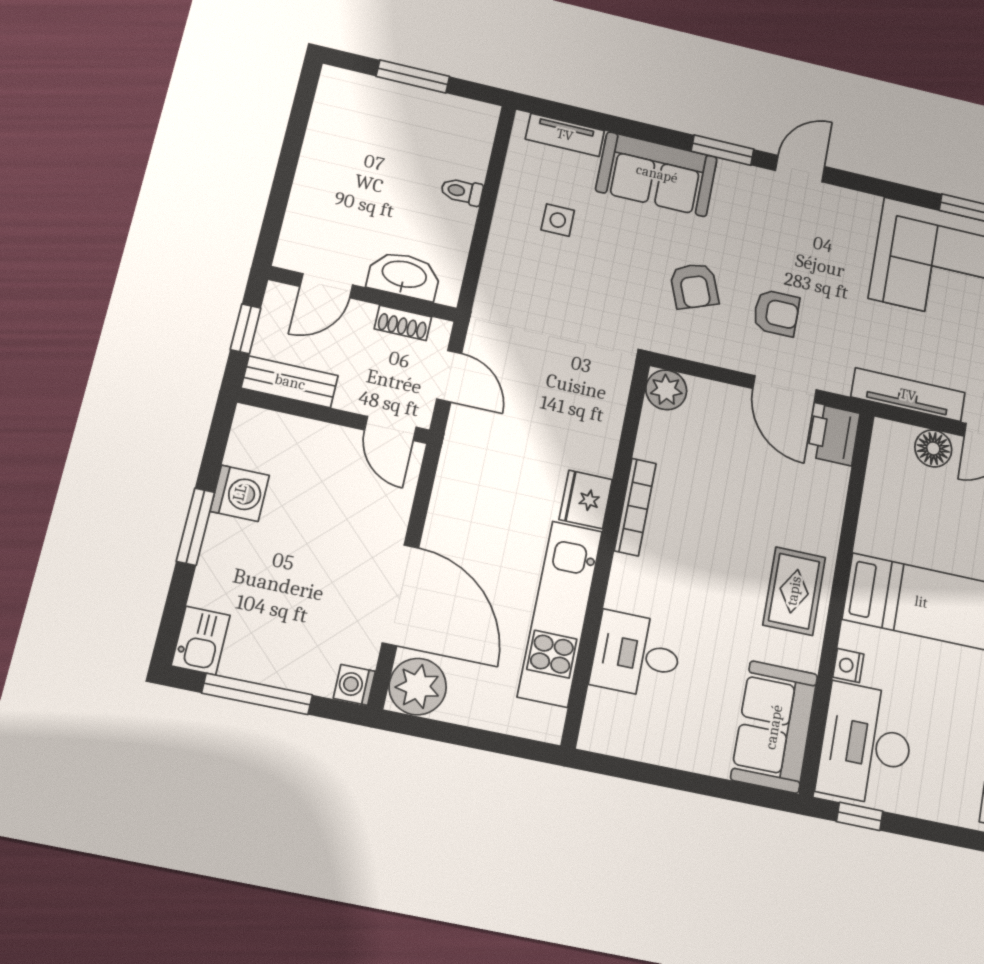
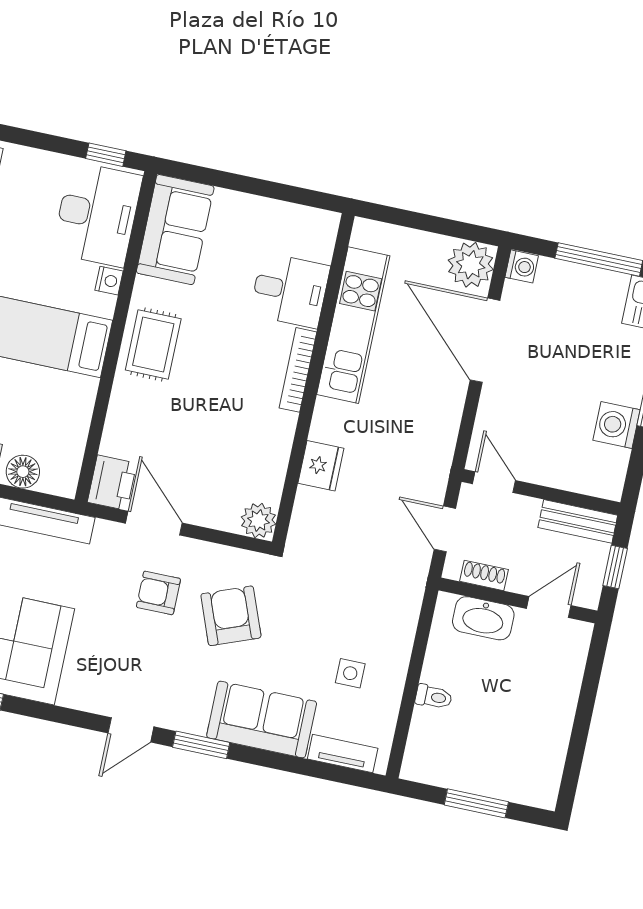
armchair: (694, 286) -> (231, 616), width x1.38, depth x1.38
fridge: (586, 500) -> (321, 466), moved
bookcase: (635, 507) -> (298, 370), moved

